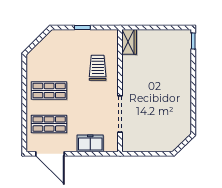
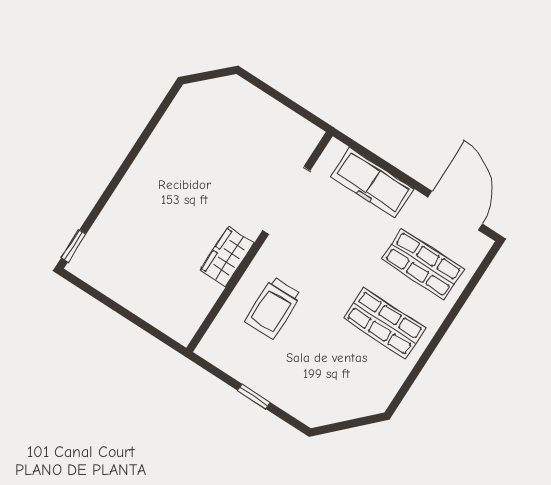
wardrobe: (129, 42) -> (227, 257), moved
freezer: (90, 143) -> (372, 183), width x1.40

